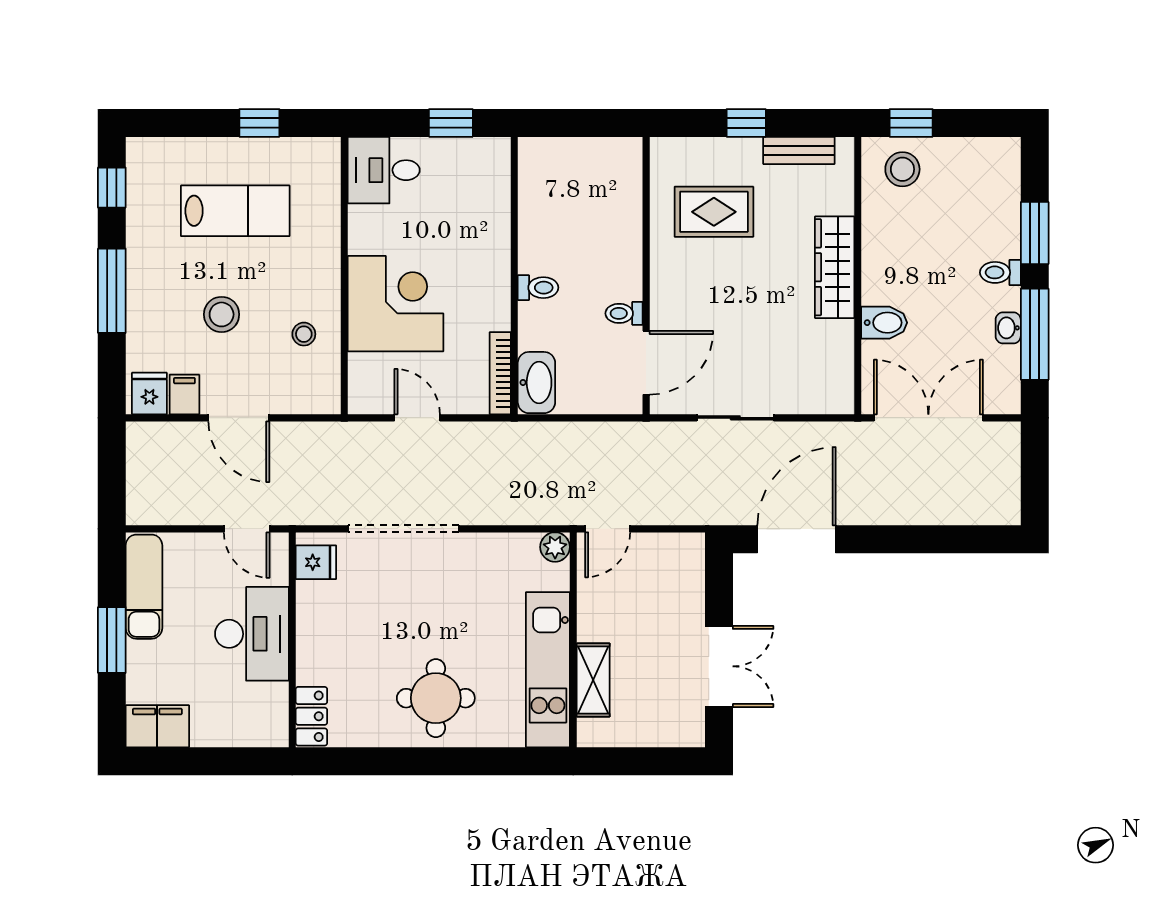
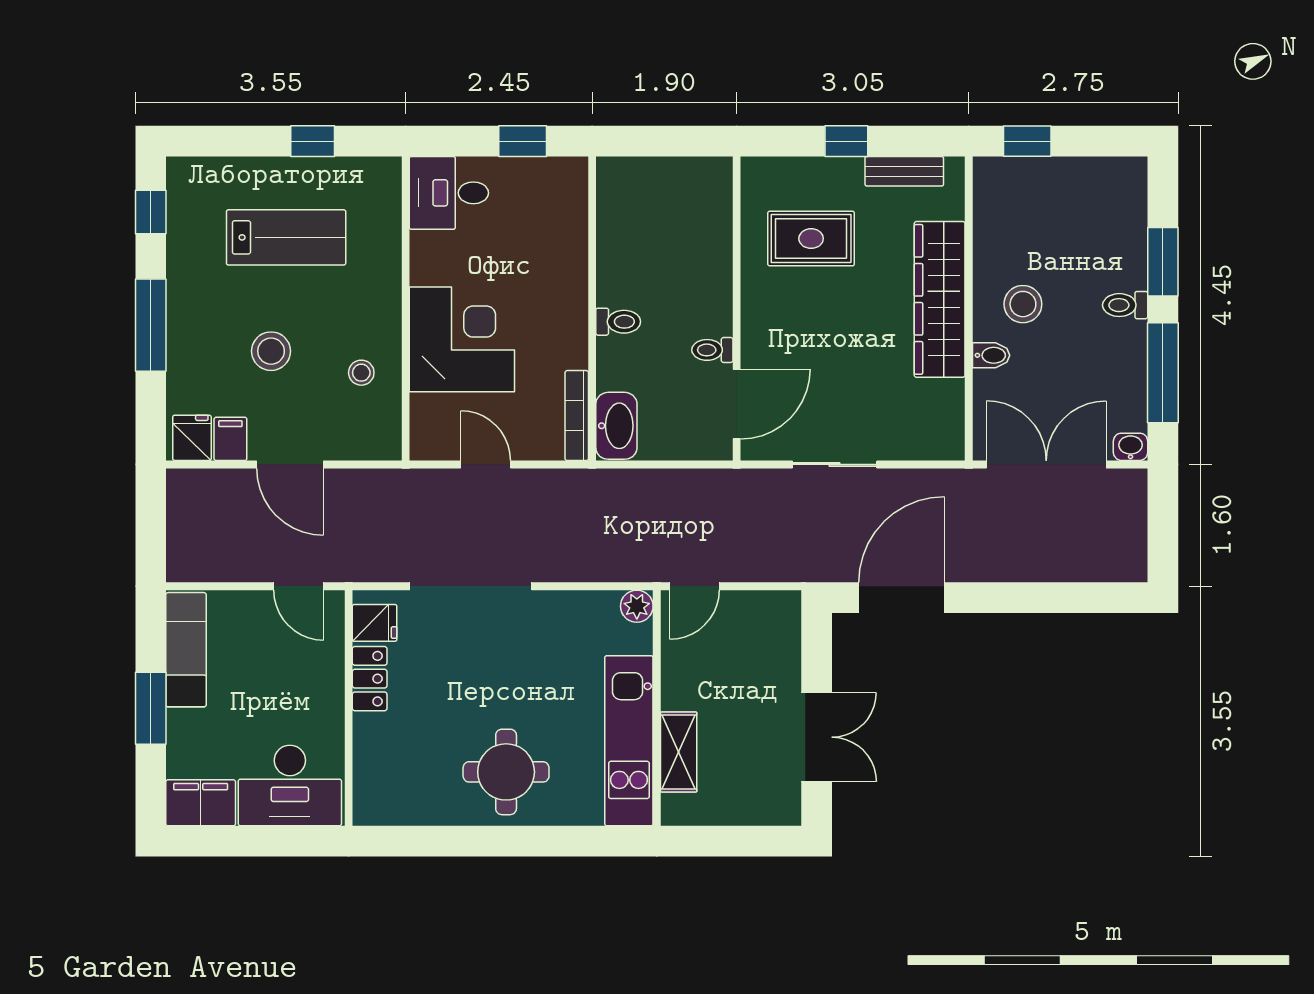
stool: (902, 169) -> (1023, 304), moved
wardrobe: (835, 267) -> (940, 299), width x1.40, depth x1.17
bidet: (884, 323) -> (991, 355), width x0.72, depth x0.74
washbasin: (1008, 328) -> (1131, 447), moved, turned 90
desk: (252, 634) -> (290, 785), moved, turned 90
locker: (311, 716) -> (370, 679), moved

